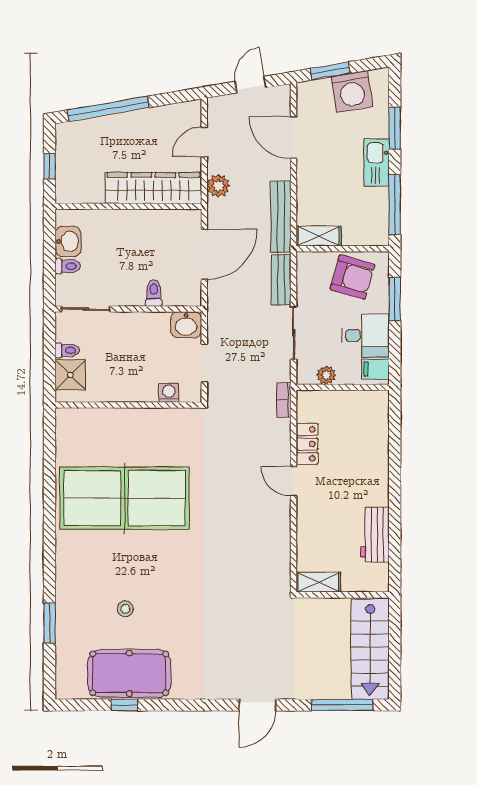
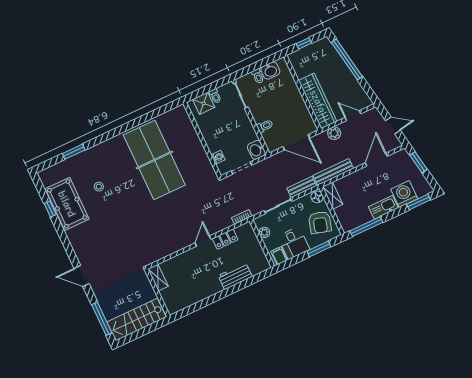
washing machine: (352, 92) -> (404, 194), moved, turned 100
window: (395, 128) -> (419, 202), moved
floor lamp: (309, 262) -> (317, 197), added
workbench: (375, 535) -> (235, 276), moved

